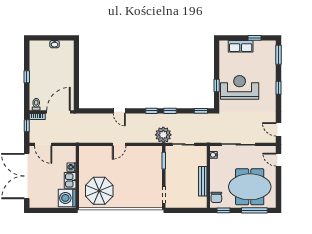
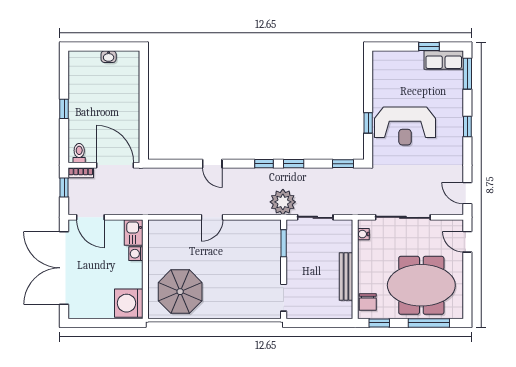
row of seats: (241, 46) -> (444, 60), moved
reception desk: (240, 87) -> (405, 126), turned 180
door: (59, 112) -> (115, 165), hinge flipped
kitchen sink: (70, 180) -> (134, 233), moved

